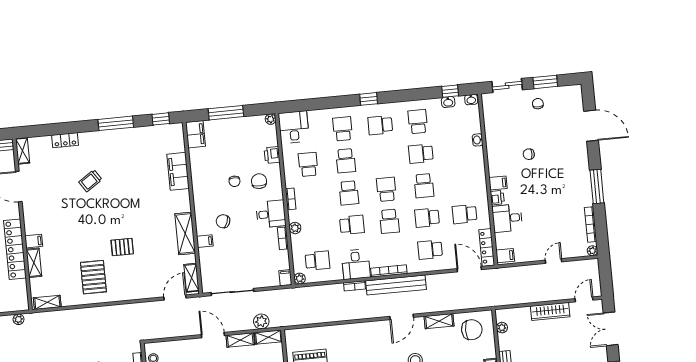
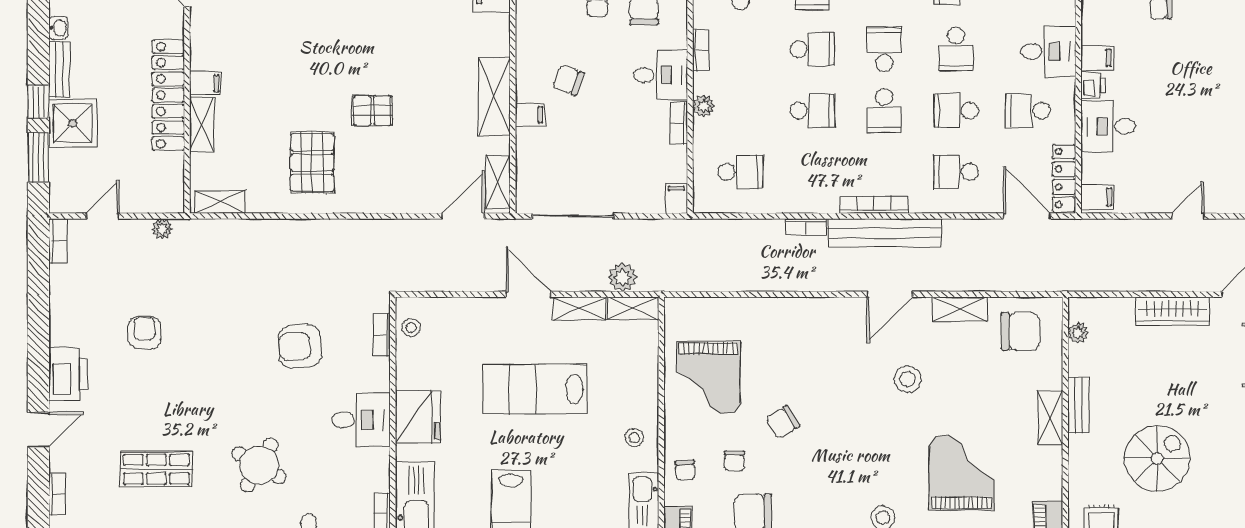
school desk: (349, 193) -> (812, 49), turned -90
desk: (356, 264) -> (1048, 51), moved, turned -90
plant: (300, 279) -> (703, 203), removed

